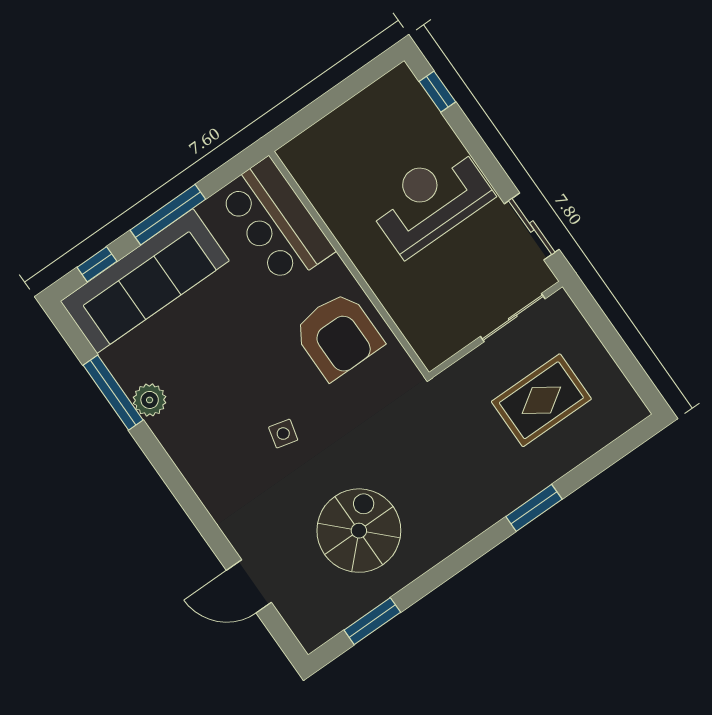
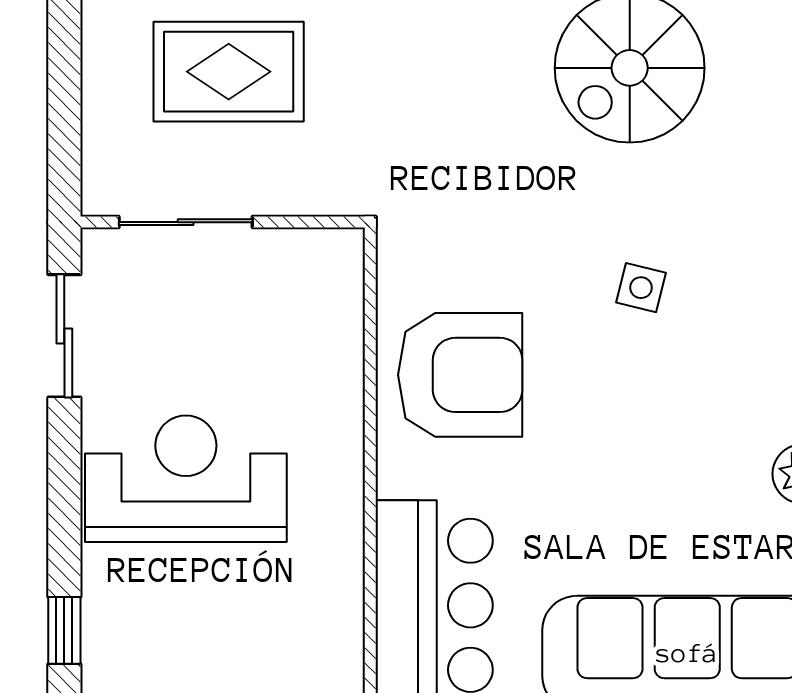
reception desk: (430, 200) -> (186, 479), turned 180
armchair: (338, 336) -> (460, 375), turned 90

